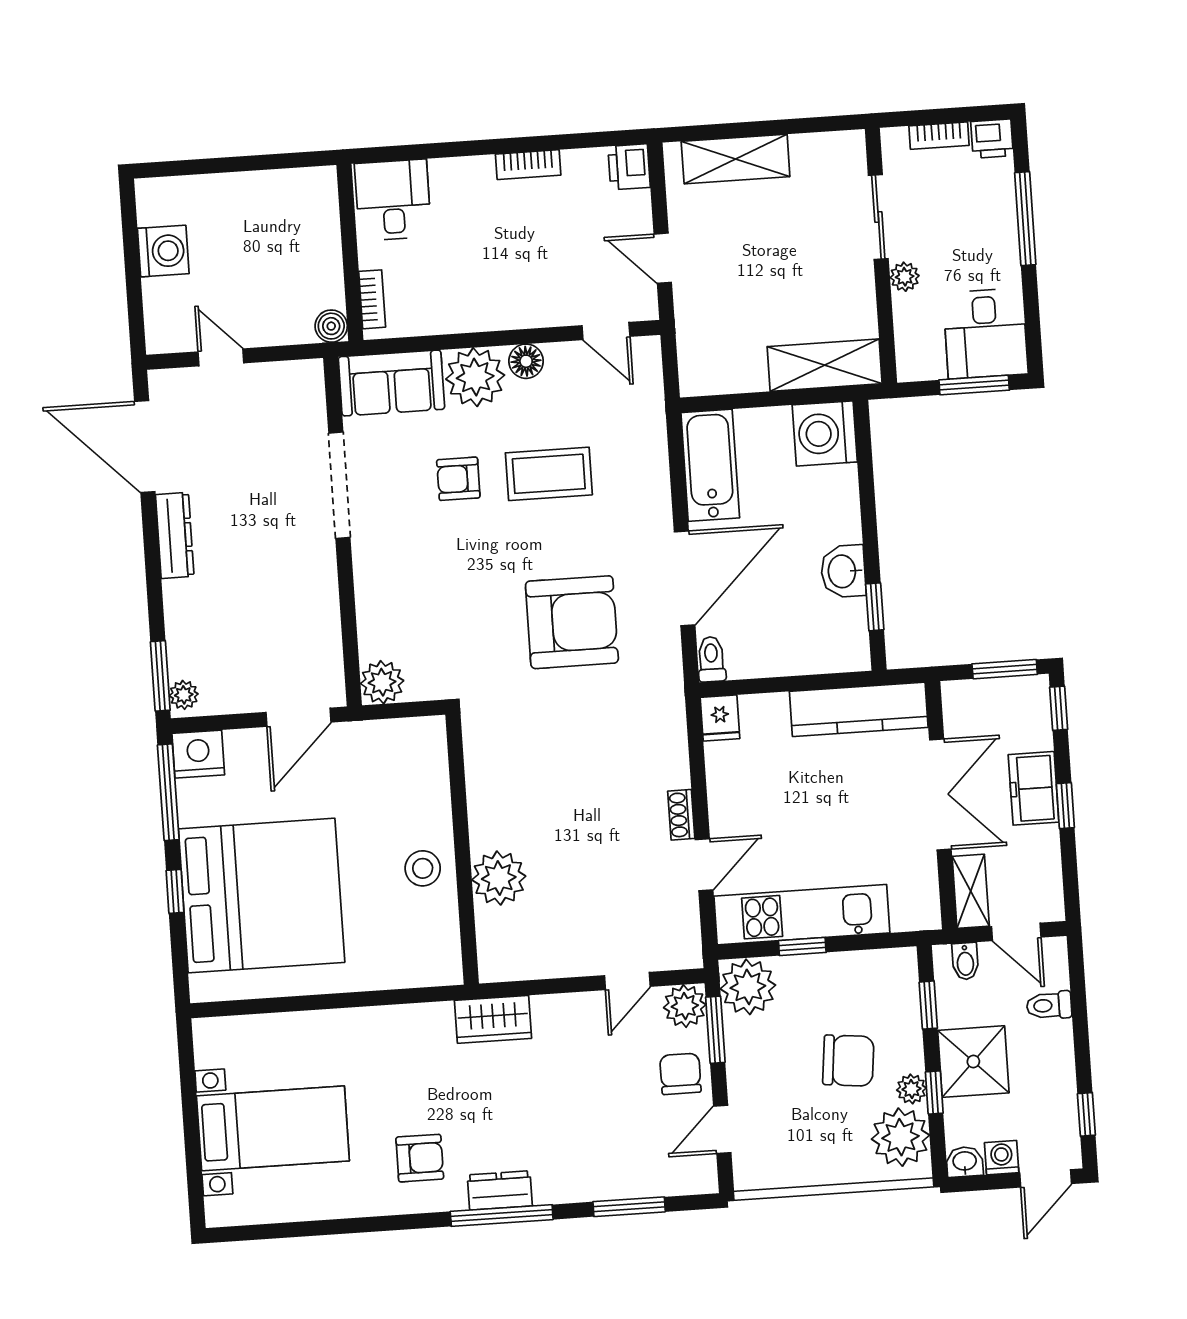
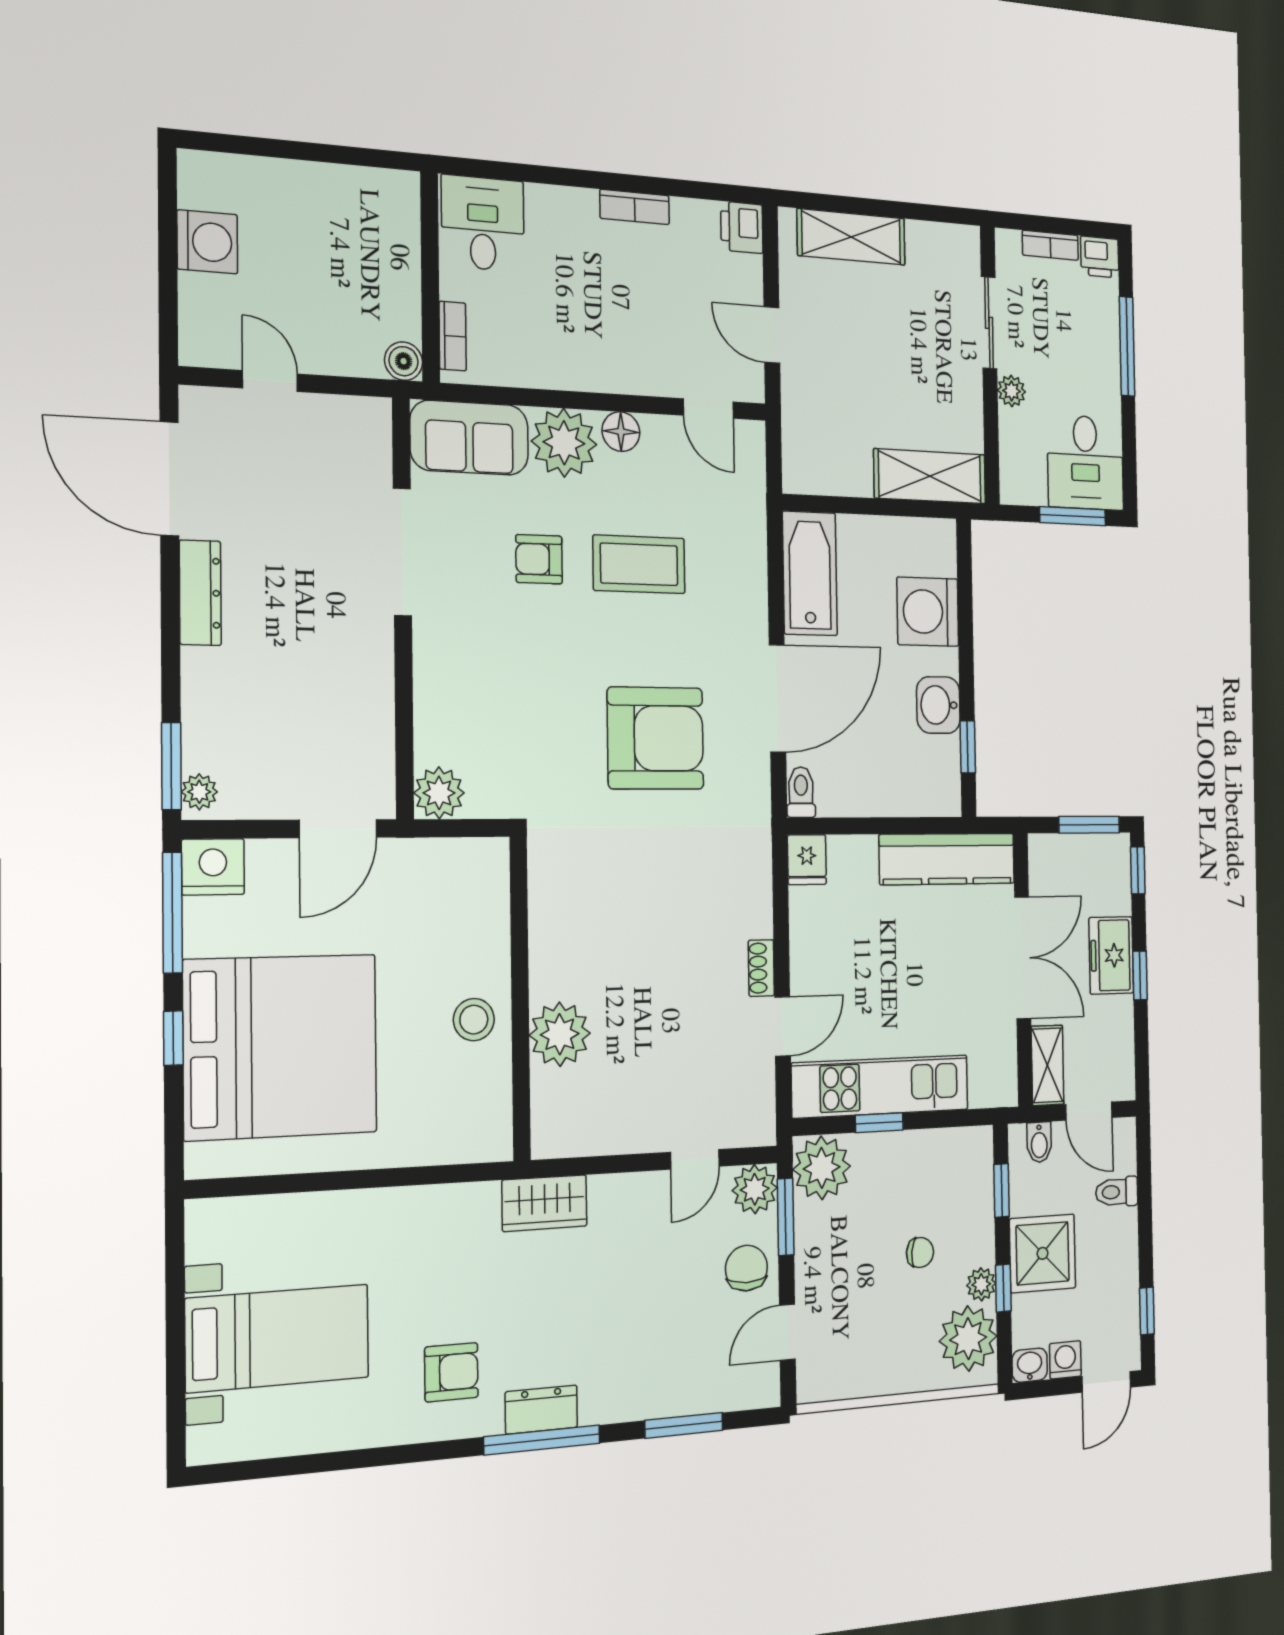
washing machine: (825, 433) -> (928, 612), moved
chair: (848, 1061) -> (920, 1252), width x0.54, depth x0.54

